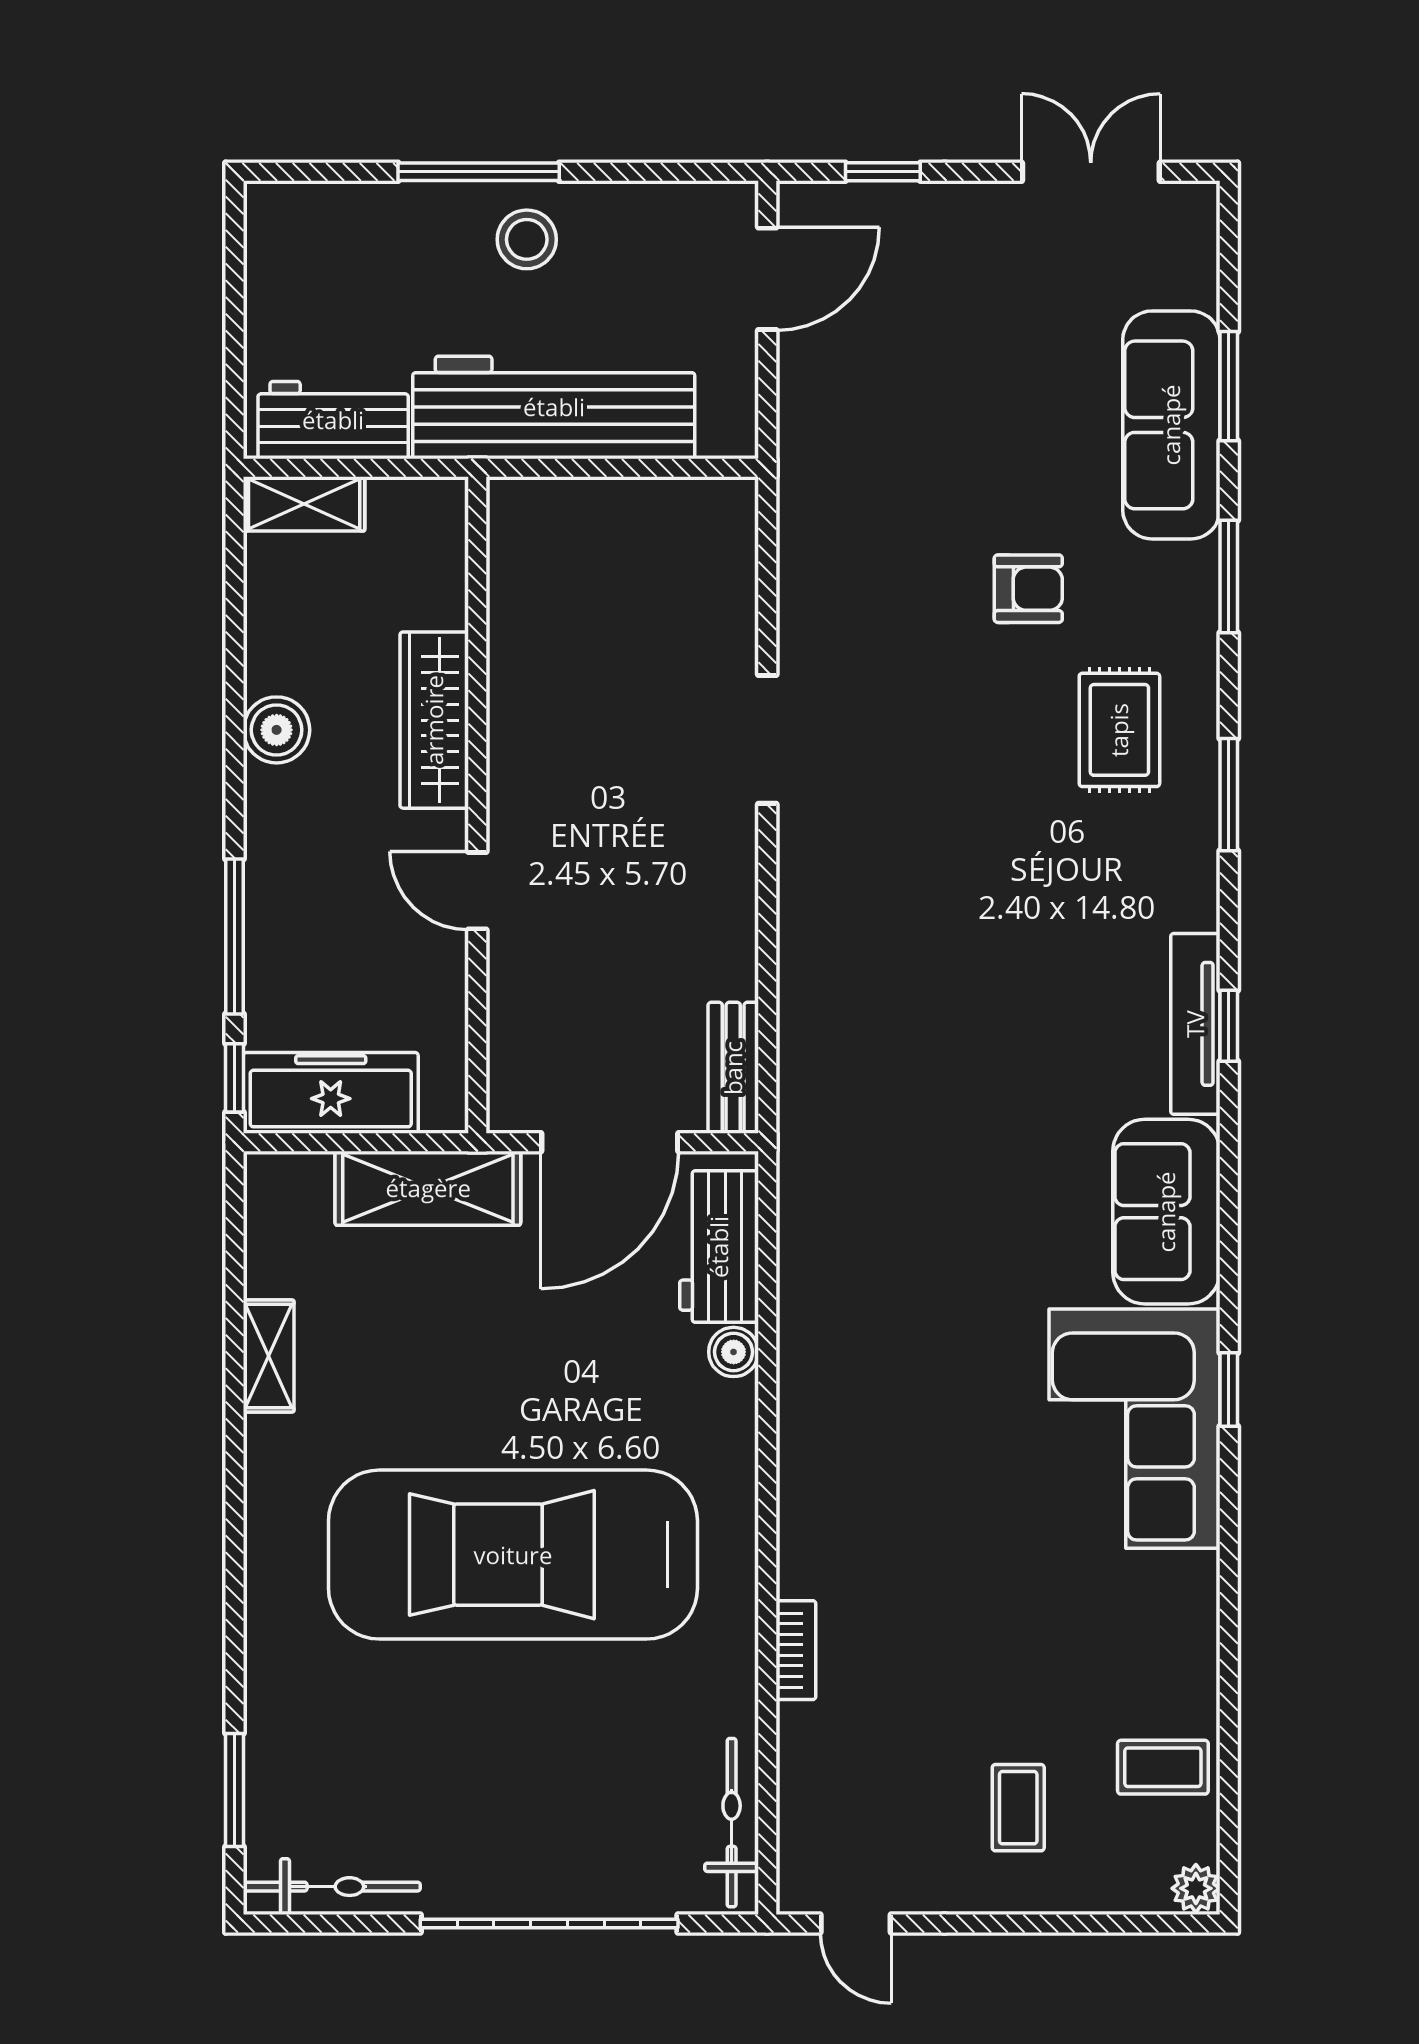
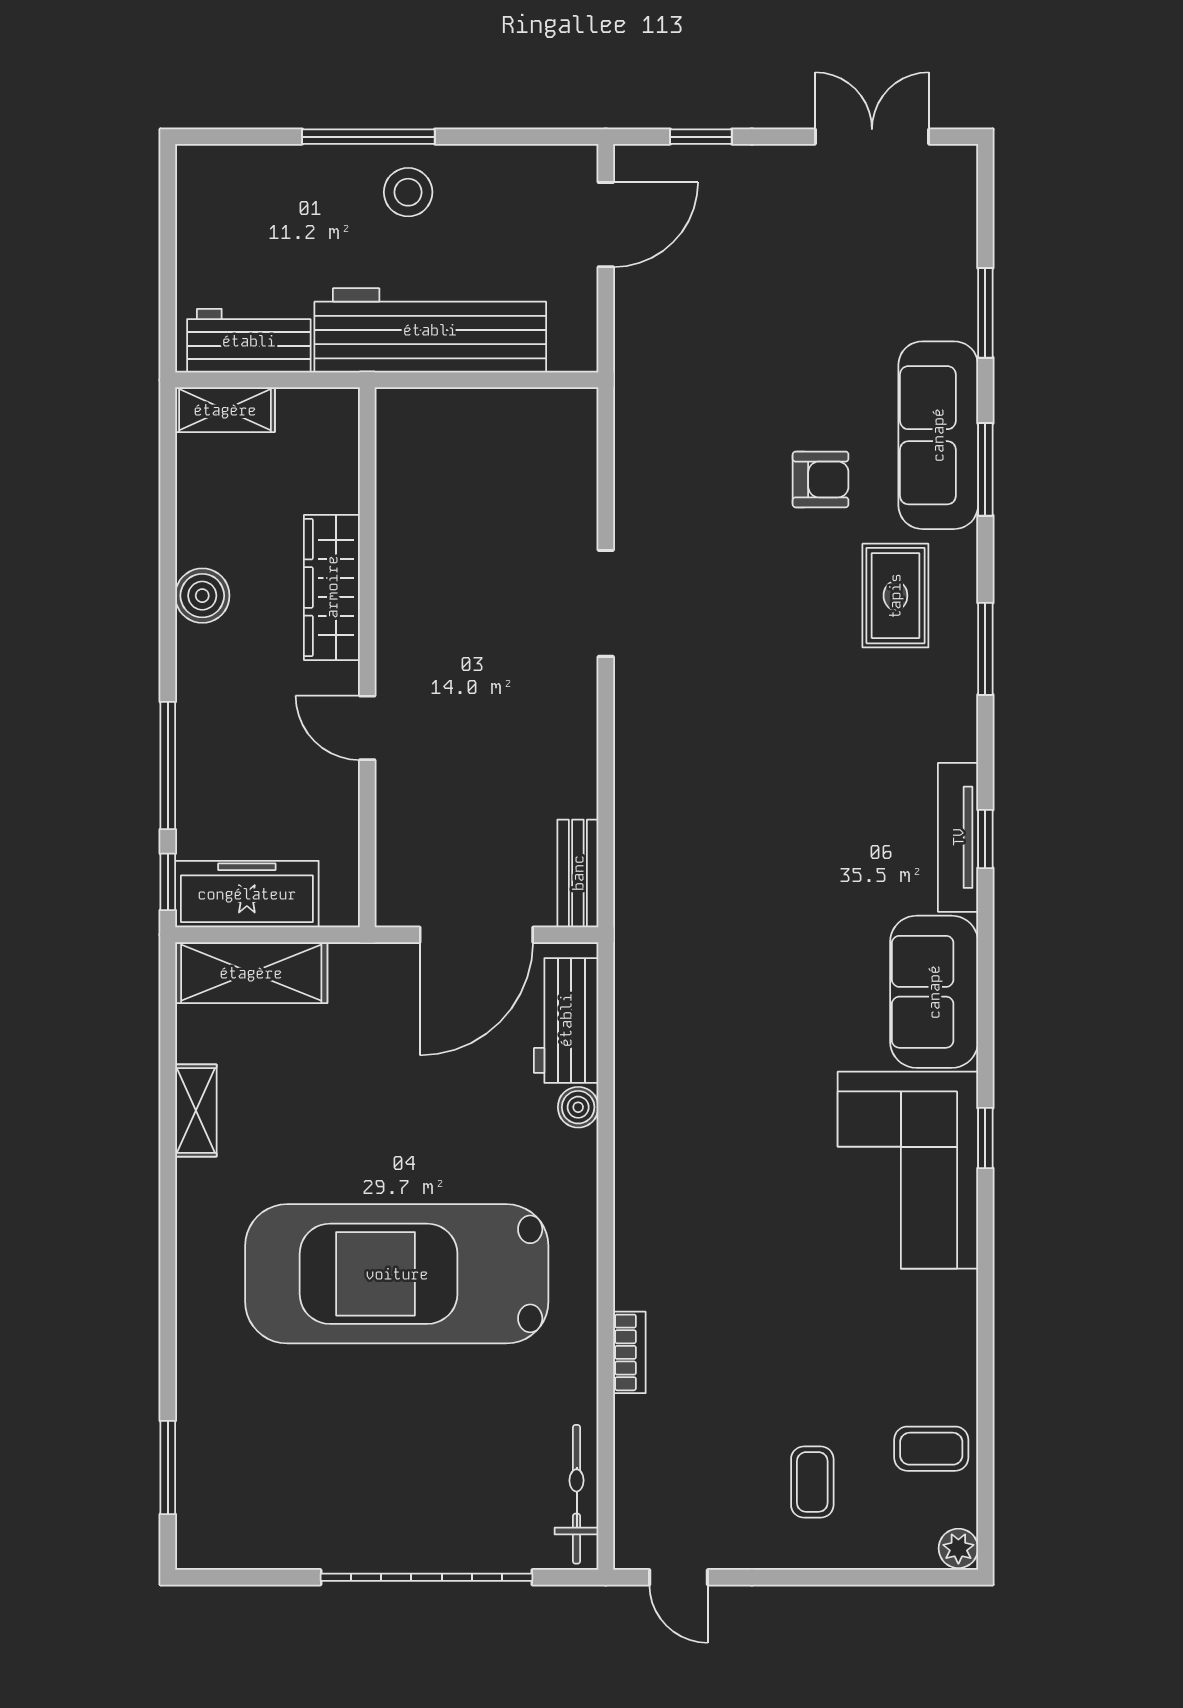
sofa: (1171, 425) -> (938, 435), moved
shelving: (428, 1188) -> (251, 973), moved
bicycle: (332, 1887) -> (248, 1547), removed

